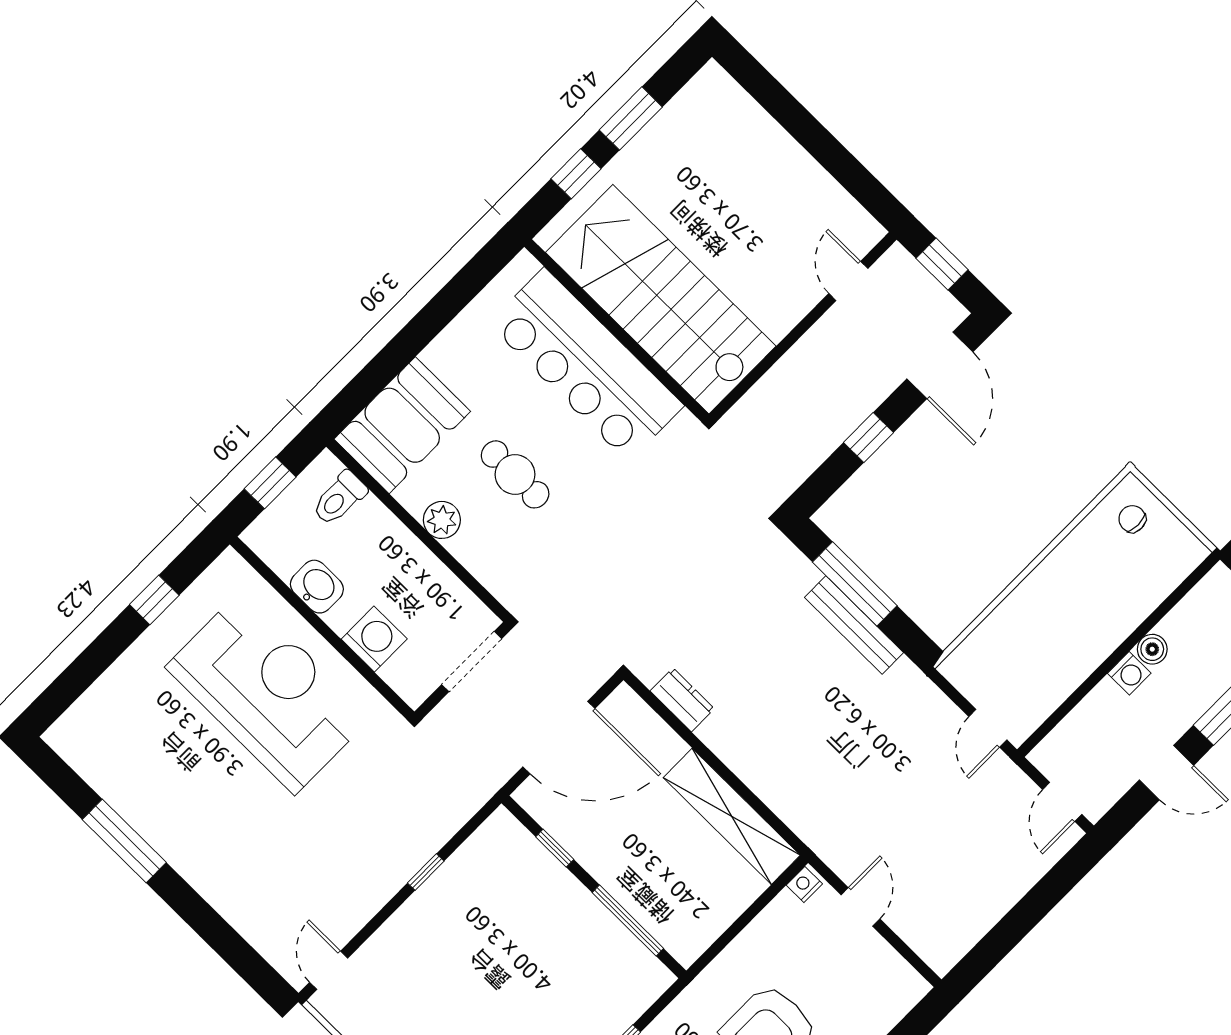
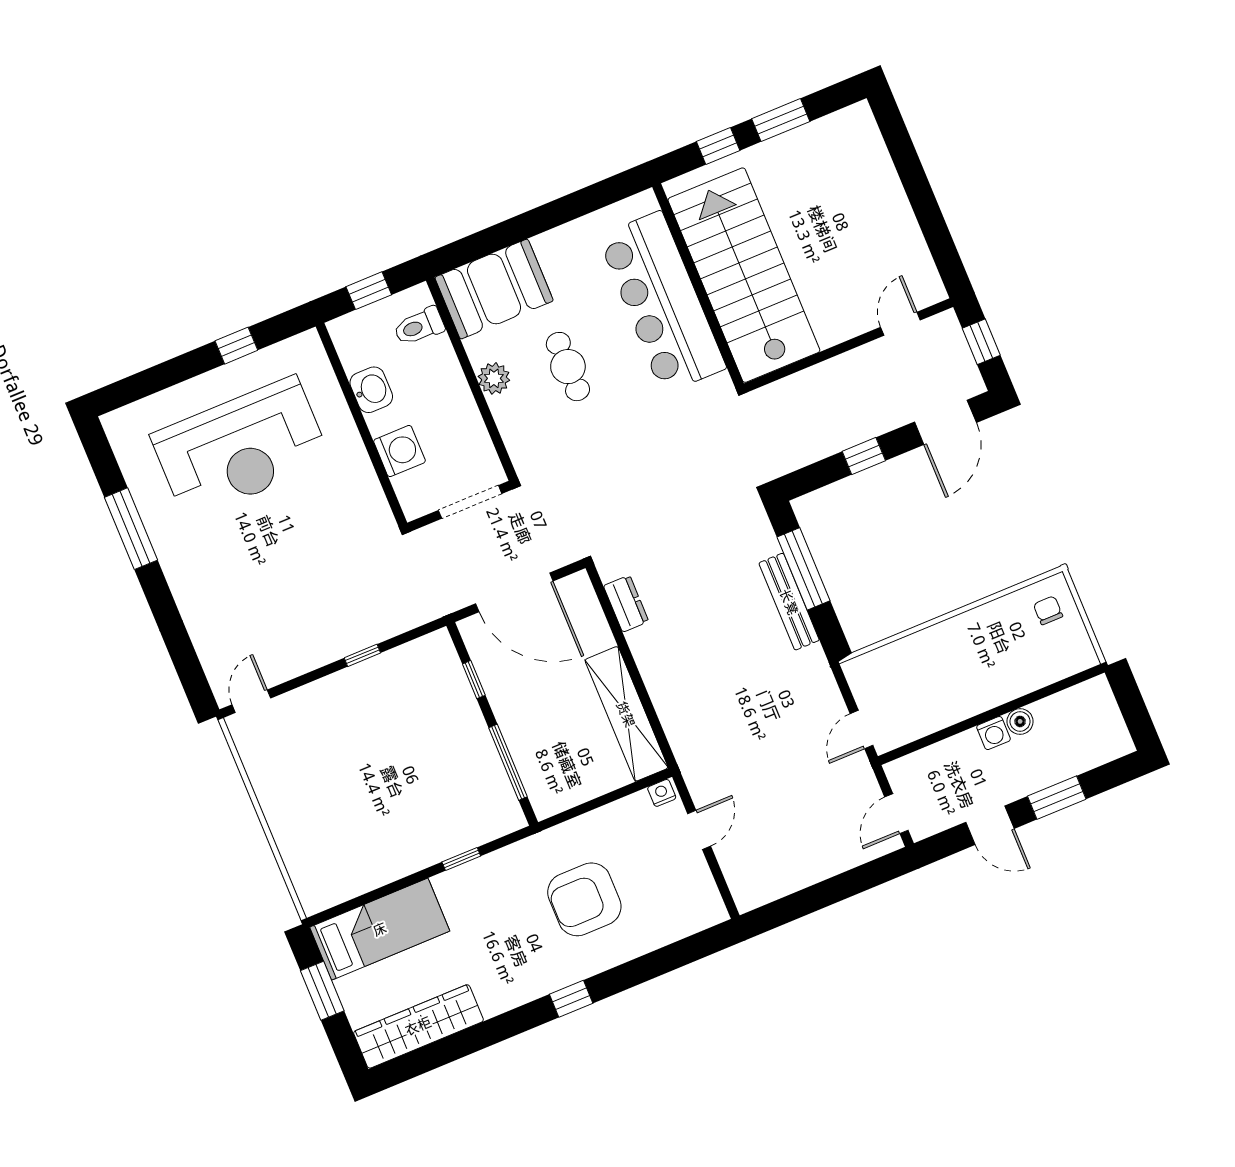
reception desk: (268, 692) -> (241, 448), moved, turned 90

